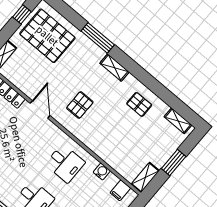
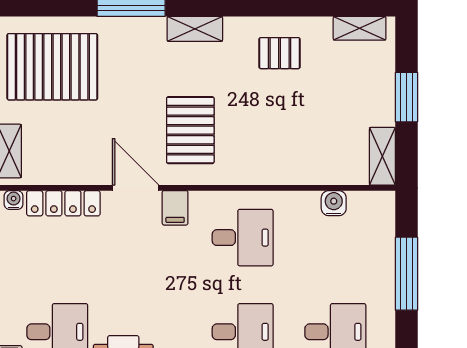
pallet: (80, 105) -> (190, 130), width x1.50, depth x1.42
water cooler: (102, 172) -> (334, 203), moved
filing cabinet: (120, 190) -> (175, 208), moved

